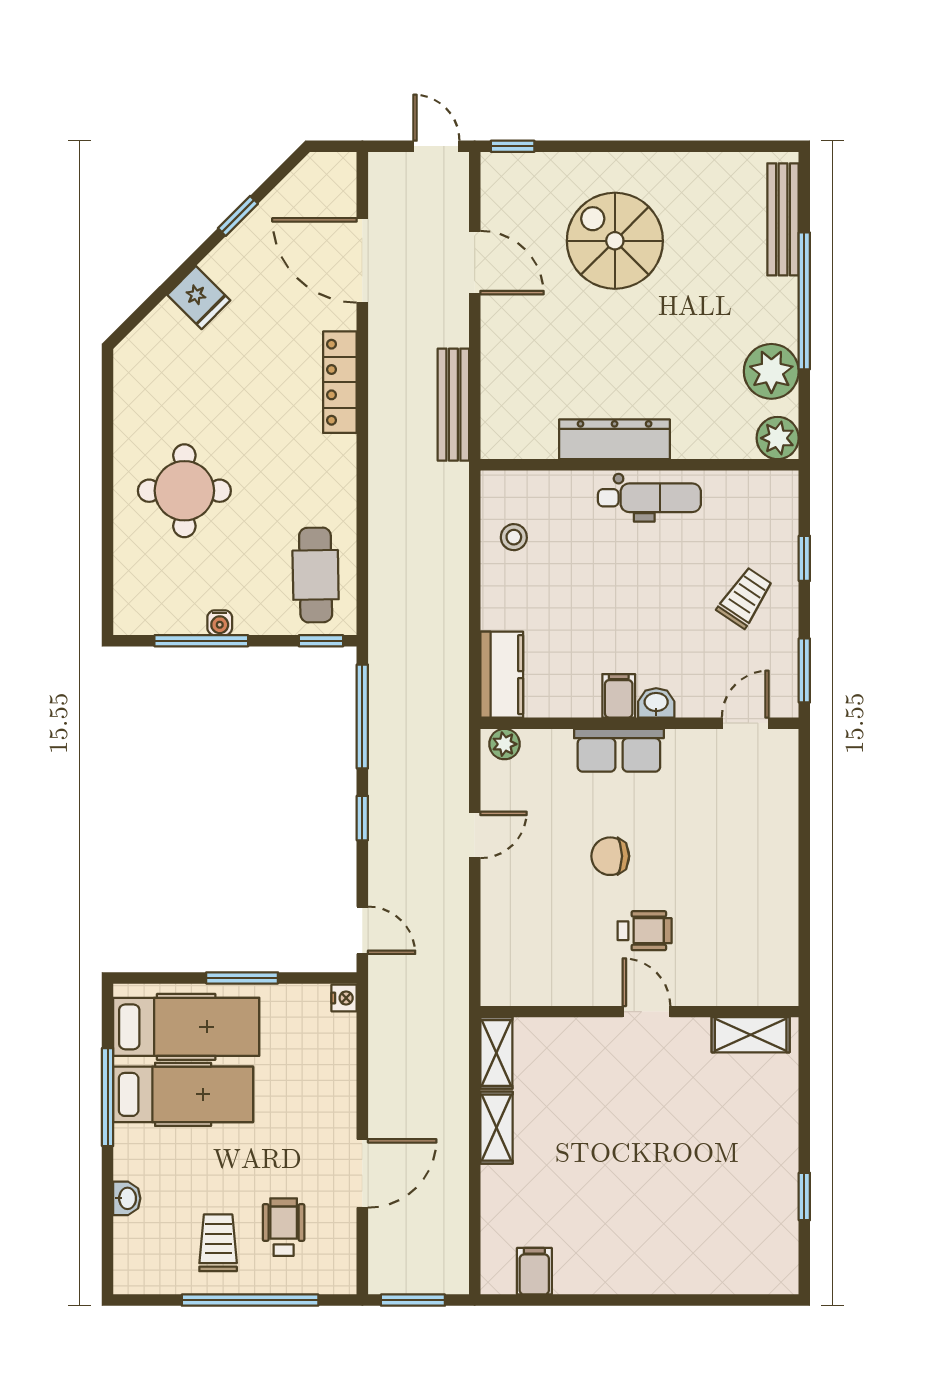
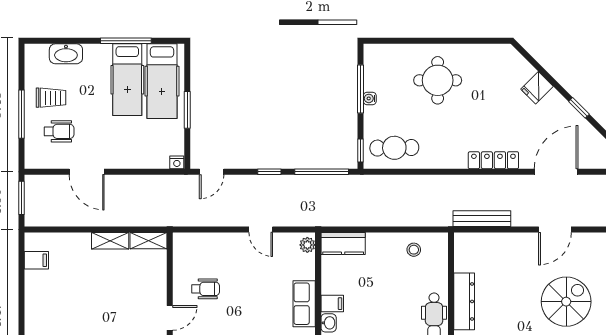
chair: (610, 856) -> (250, 299), removed
wheelchair: (645, 931) -> (206, 289), moved, turned -90
washbasin: (127, 1198) -> (66, 54), width x1.91, depth x1.45
window: (250, 1300) -> (22, 114), width x0.68

